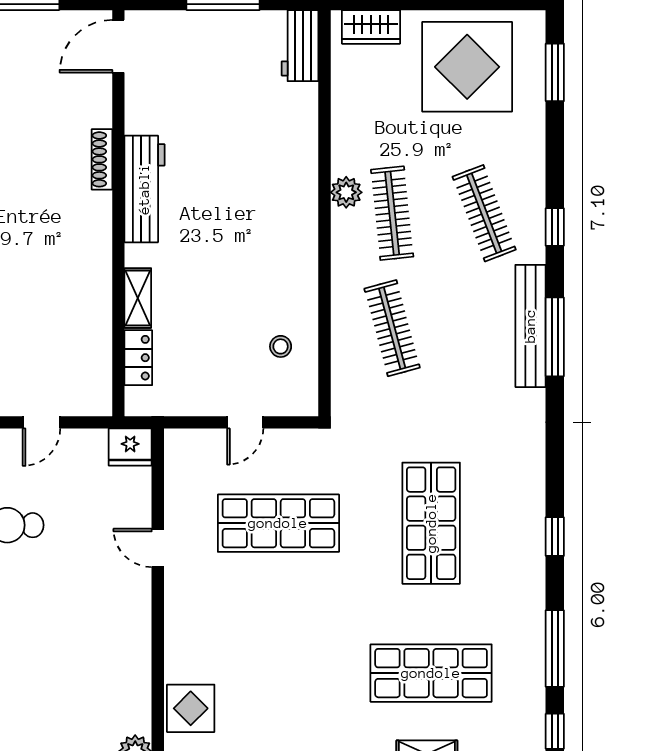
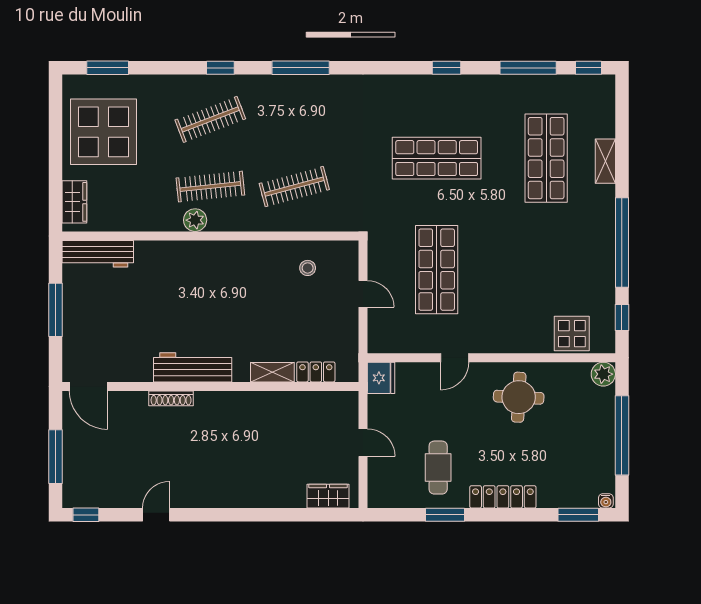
workbench: (300, 46) -> (98, 254), width x1.38
bench: (530, 326) -> (293, 86), removed
round table: (104, 635) -> (519, 397), added

